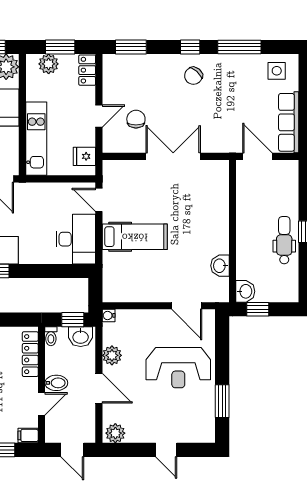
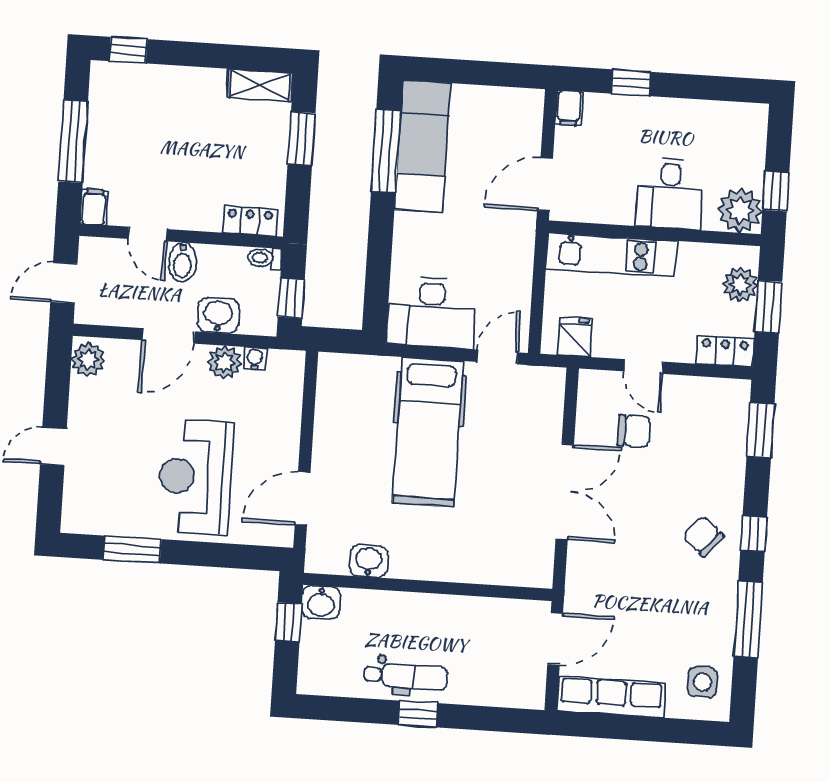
hospital bed: (135, 237) -> (428, 432), width x1.37, depth x1.29
water cooler: (109, 315) -> (255, 358), moved
washbasin: (81, 337) -> (218, 315), moved, turned 90
locker: (30, 354) -> (250, 221), width x0.66

